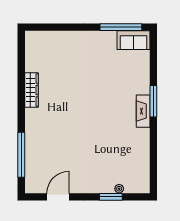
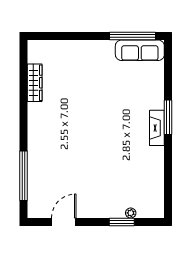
sofa: (133, 40) -> (140, 50), width x1.36
wardrobe: (31, 90) -> (35, 83), moved

